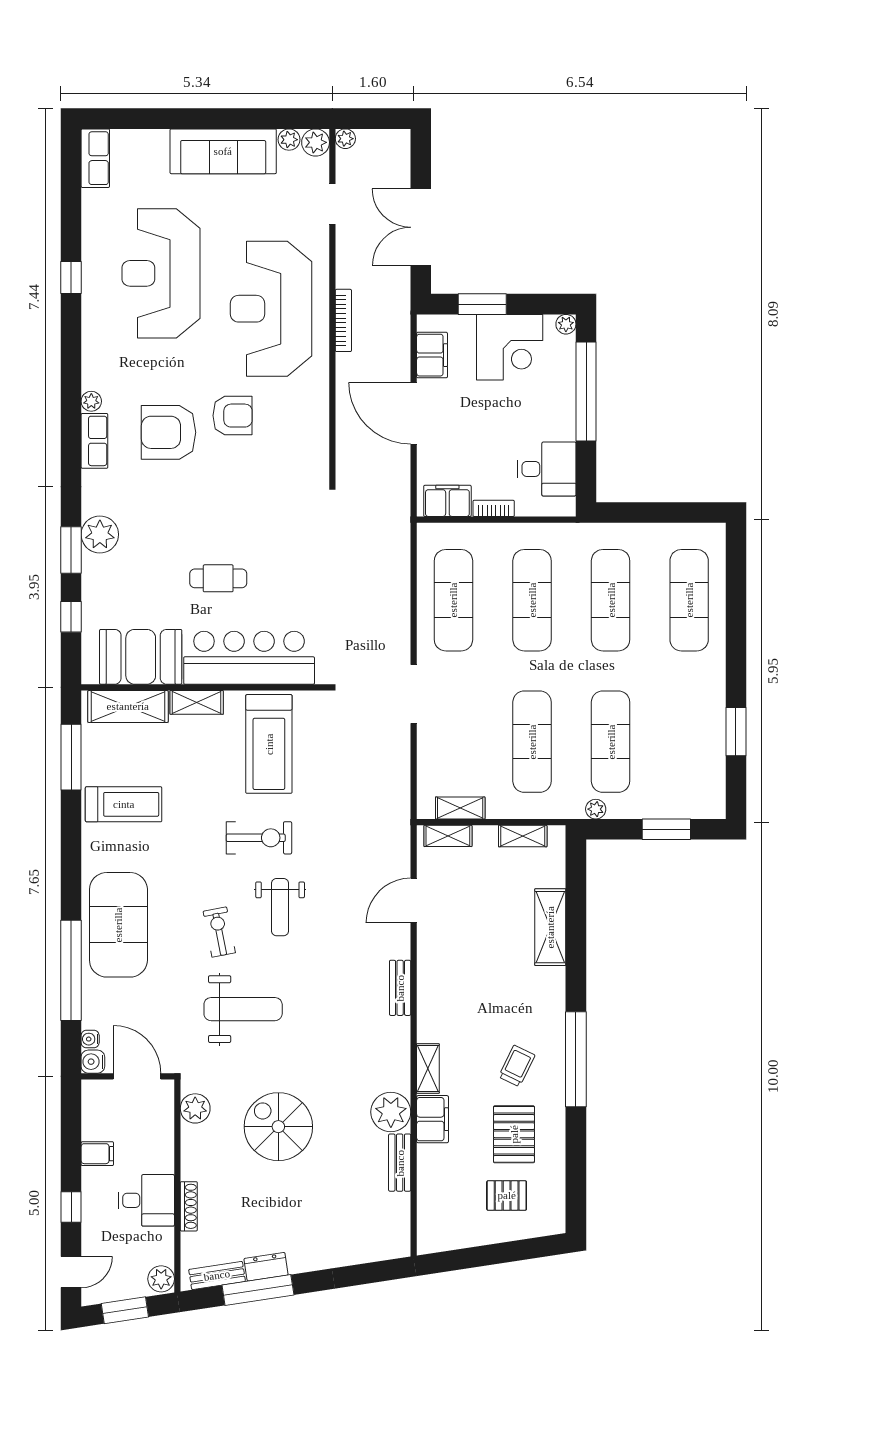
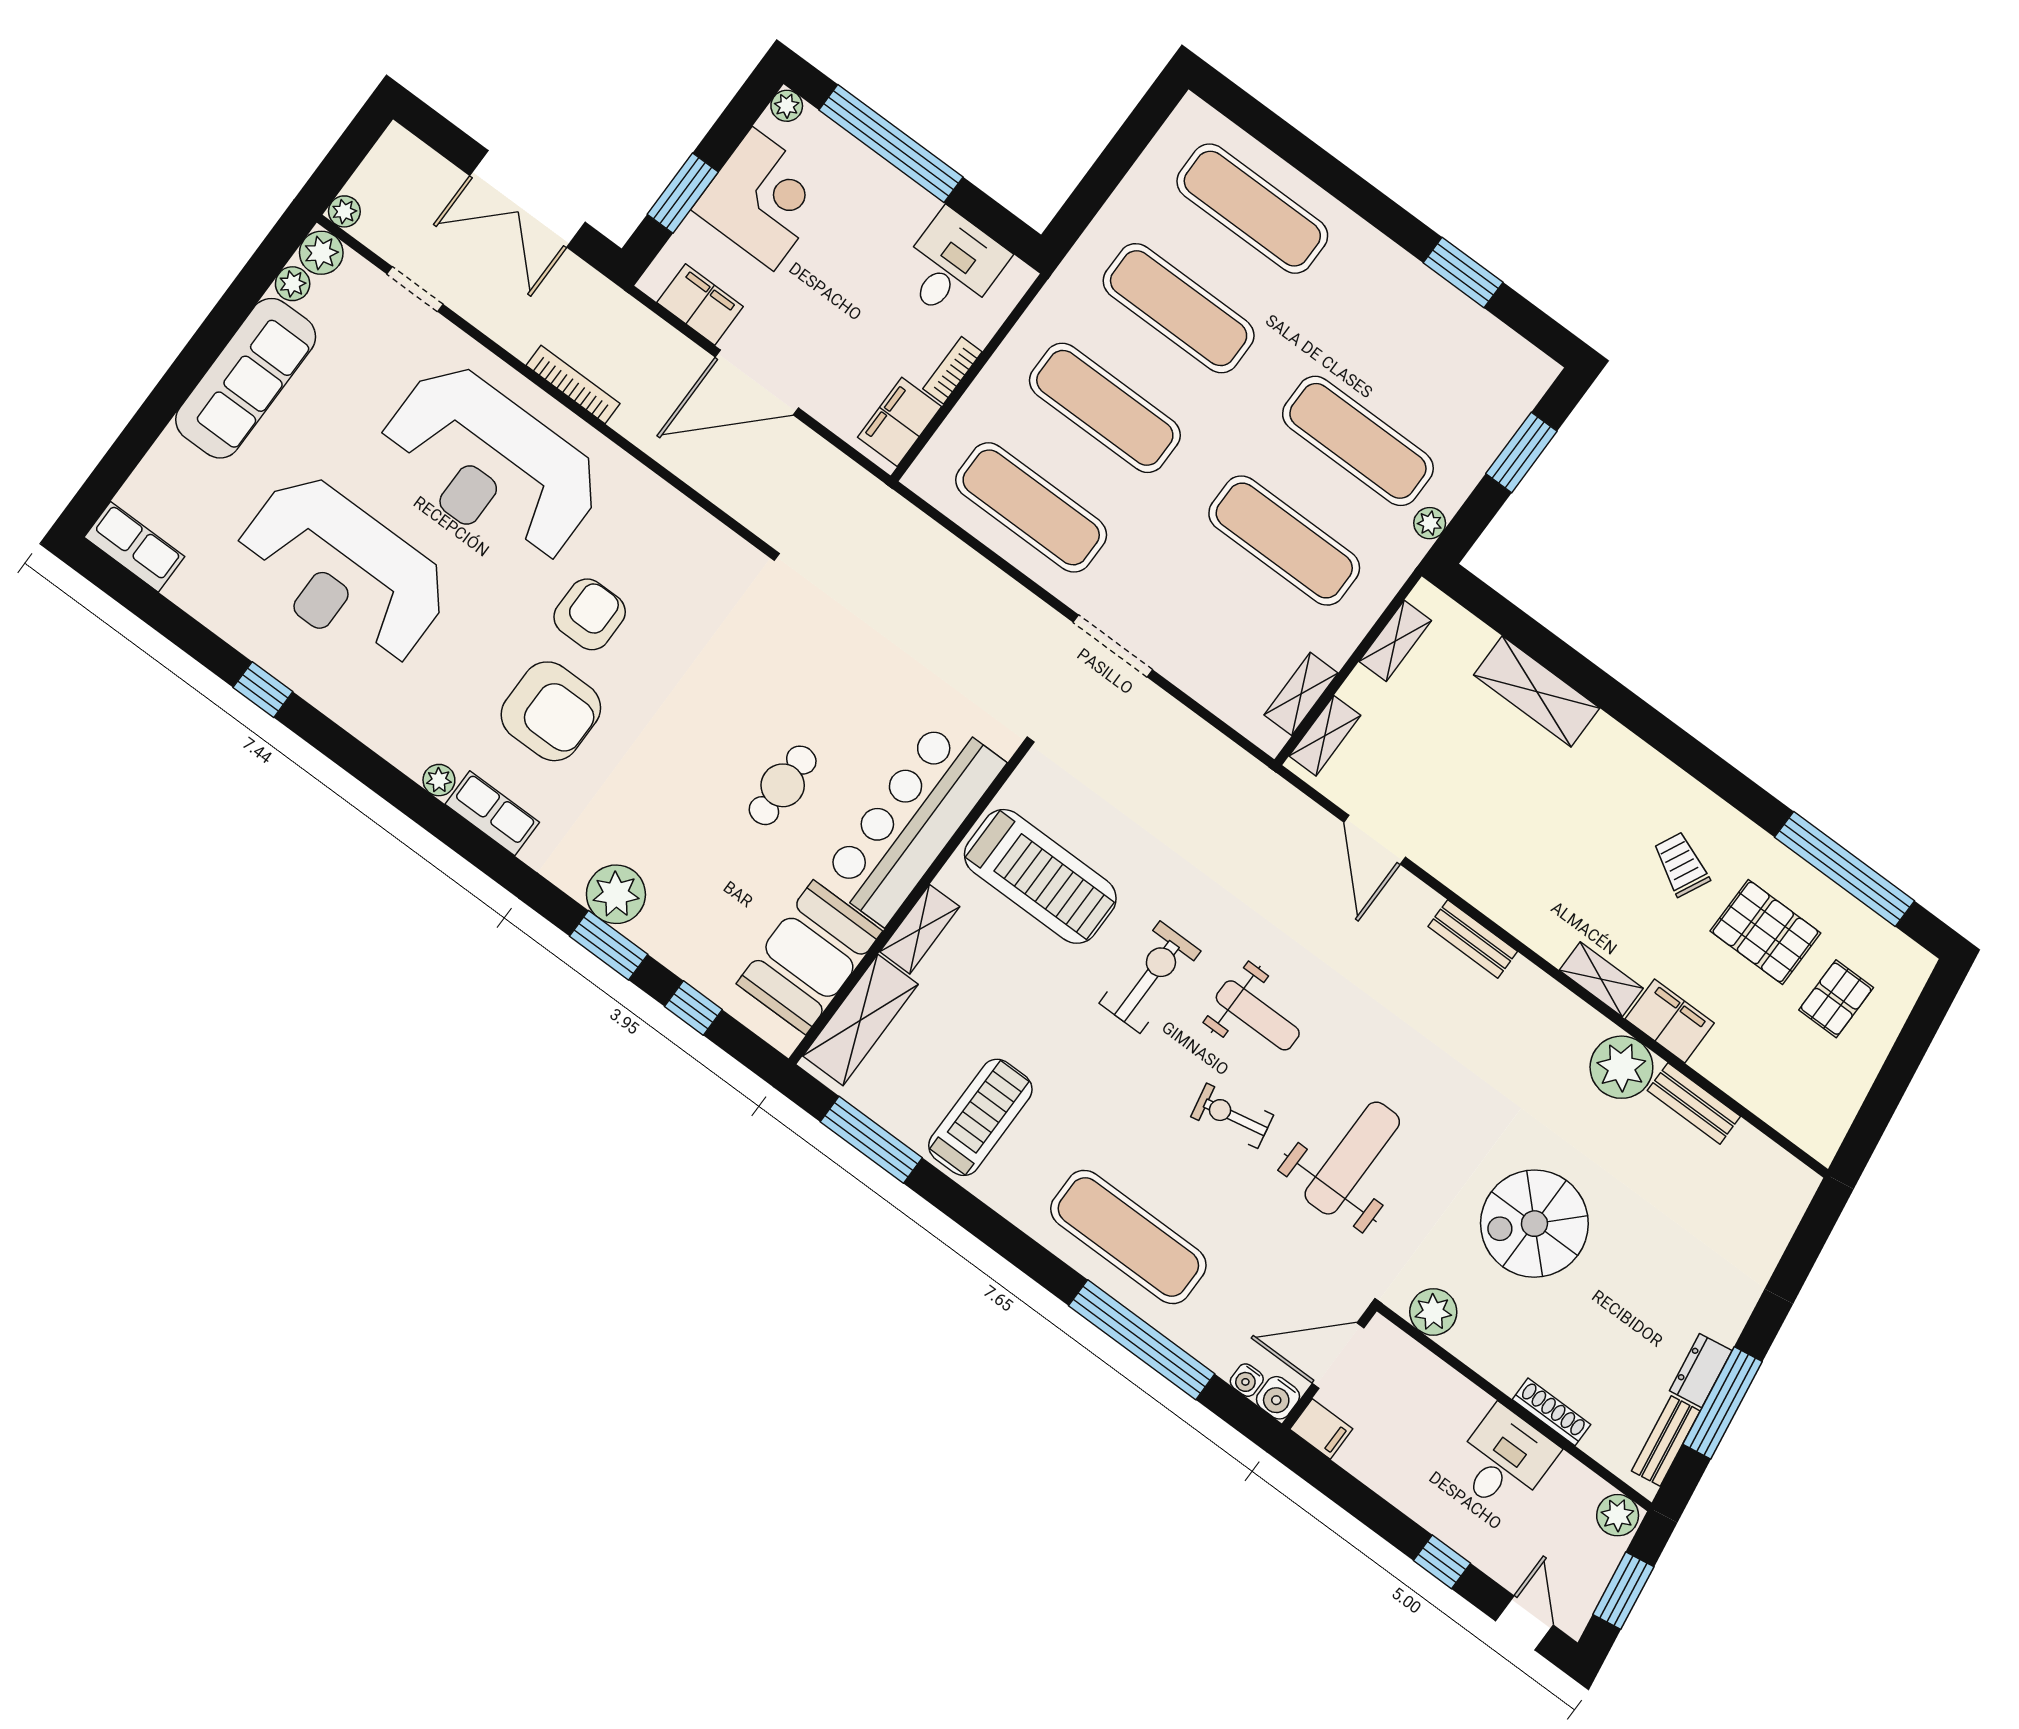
armchair: (169, 432) -> (551, 711), turned -90
exercise mat: (118, 925) -> (1128, 1237), width x0.68
window: (576, 1059) -> (1845, 869), moved
filing cabinet: (97, 1154) -> (1321, 1429), moved, turned 90

